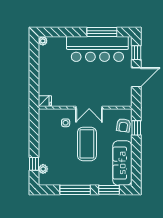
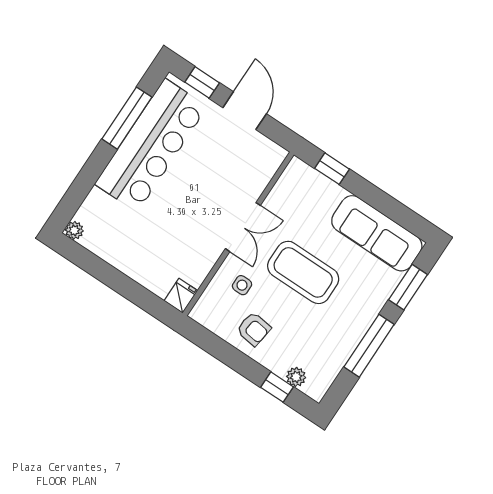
armchair: (124, 125) -> (254, 329), moved

